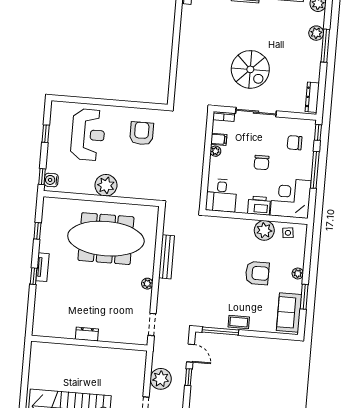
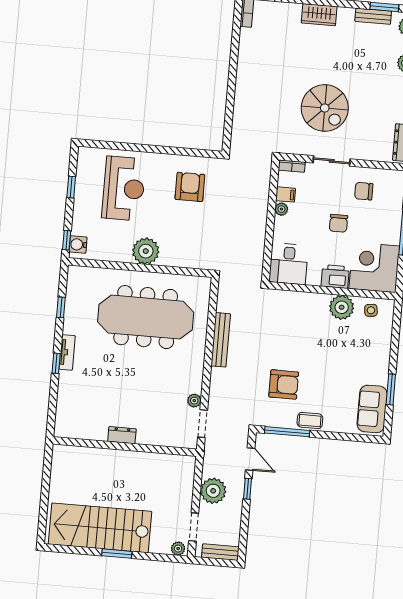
sliding door: (256, 112) -> (332, 161), width x0.73
chair: (295, 143) -> (364, 191), moved
armchair: (257, 273) -> (284, 384), moved
plant: (298, 273) -> (383, 361), removed
plant: (147, 284) -> (194, 401), moved

